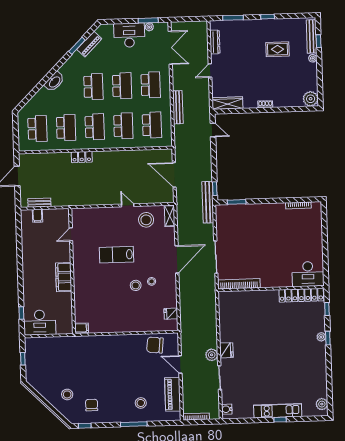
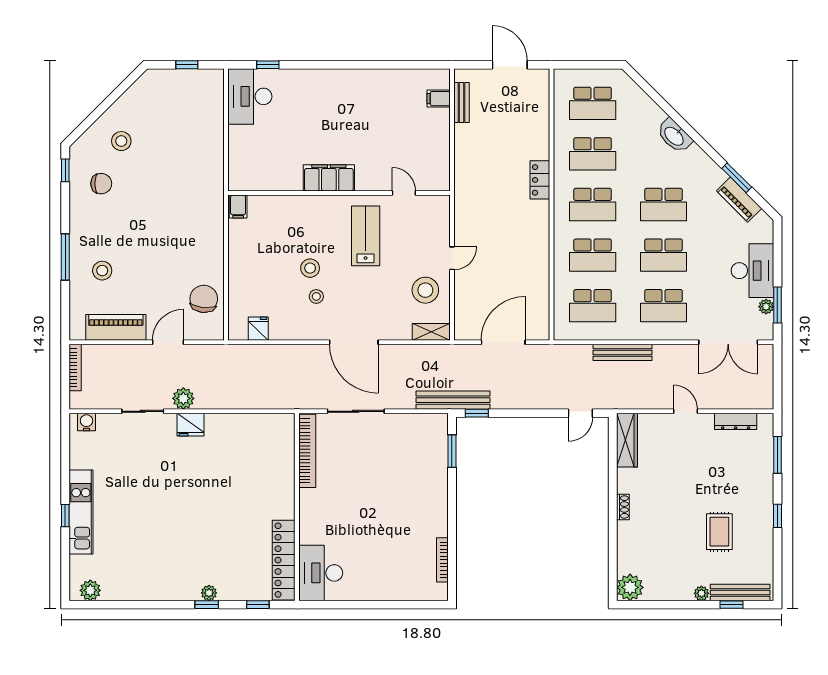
door: (71, 234) -> (404, 193), moved
wall: (72, 271) -> (339, 193), moved
filing cabinet: (64, 277) -> (329, 178), moved
filing cabinet: (82, 328) -> (238, 207), moved

